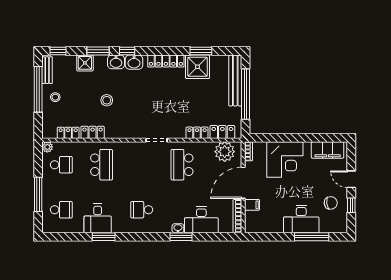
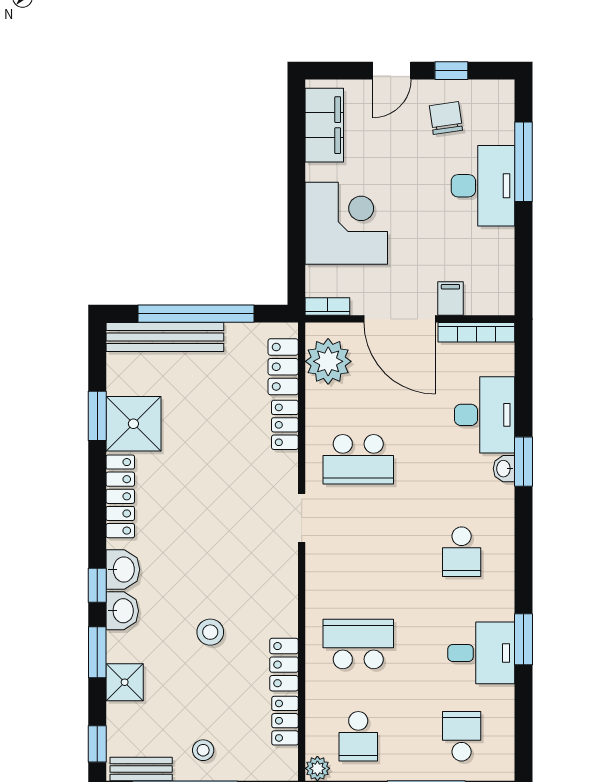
school desk: (61, 165) -> (358, 736), turned 180

